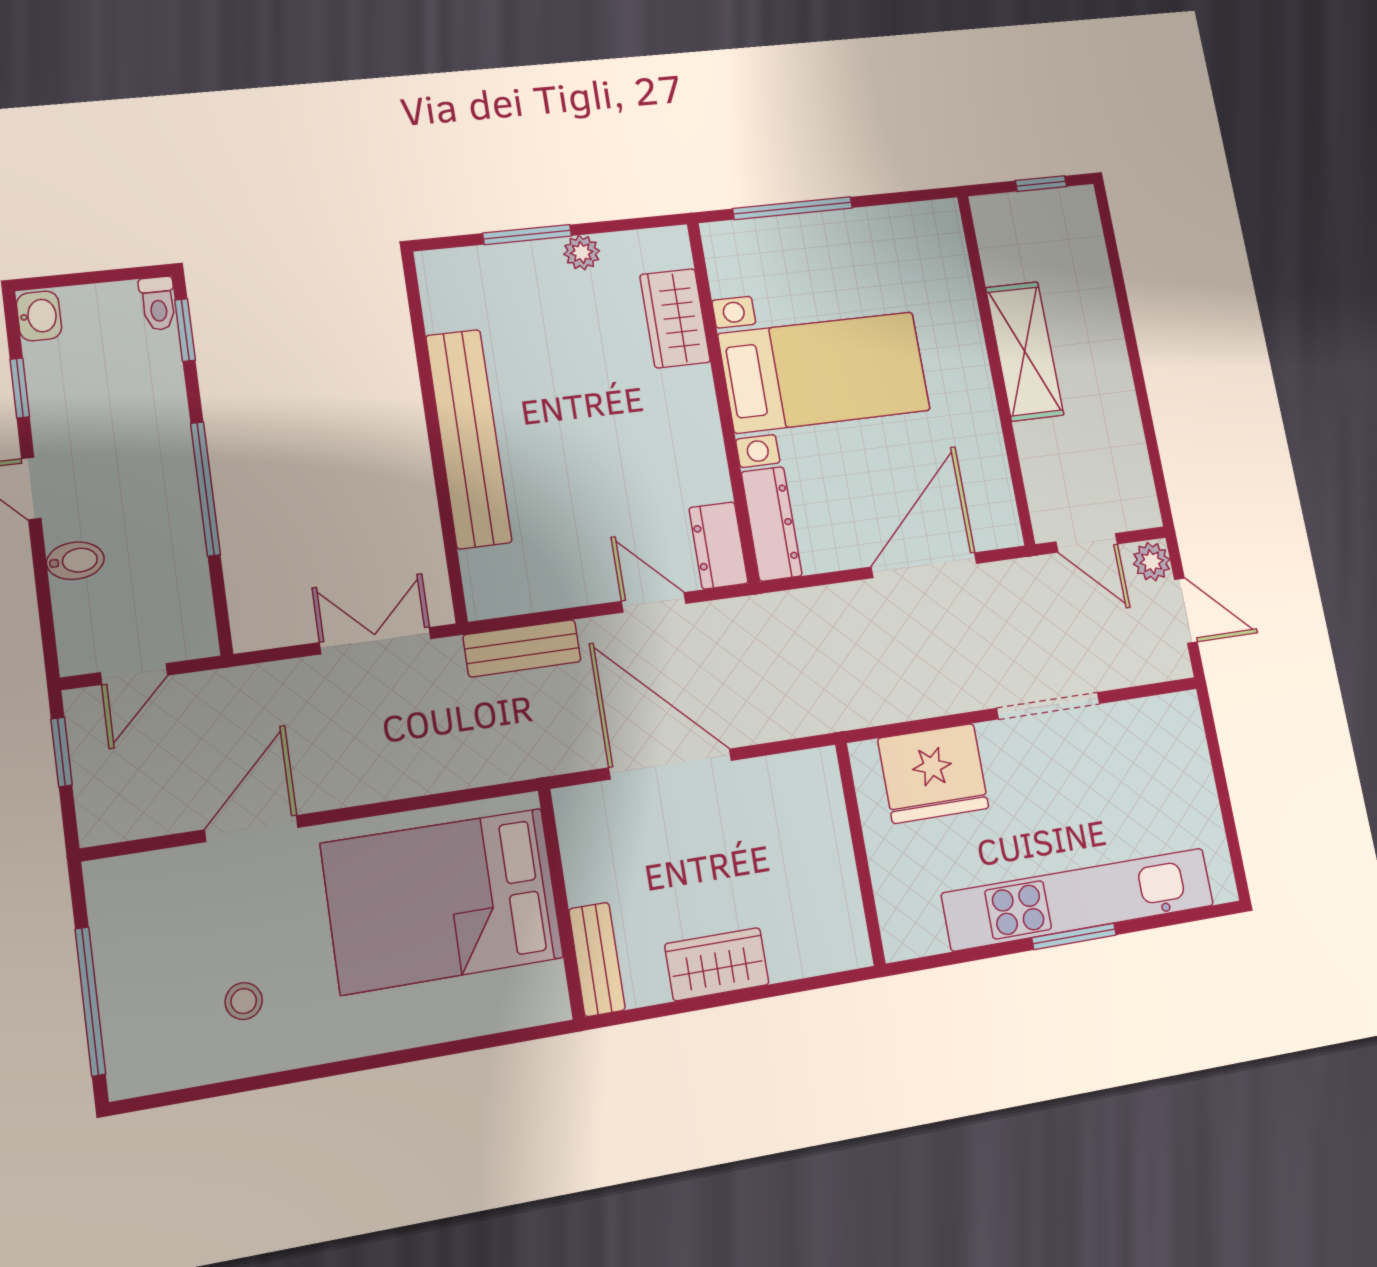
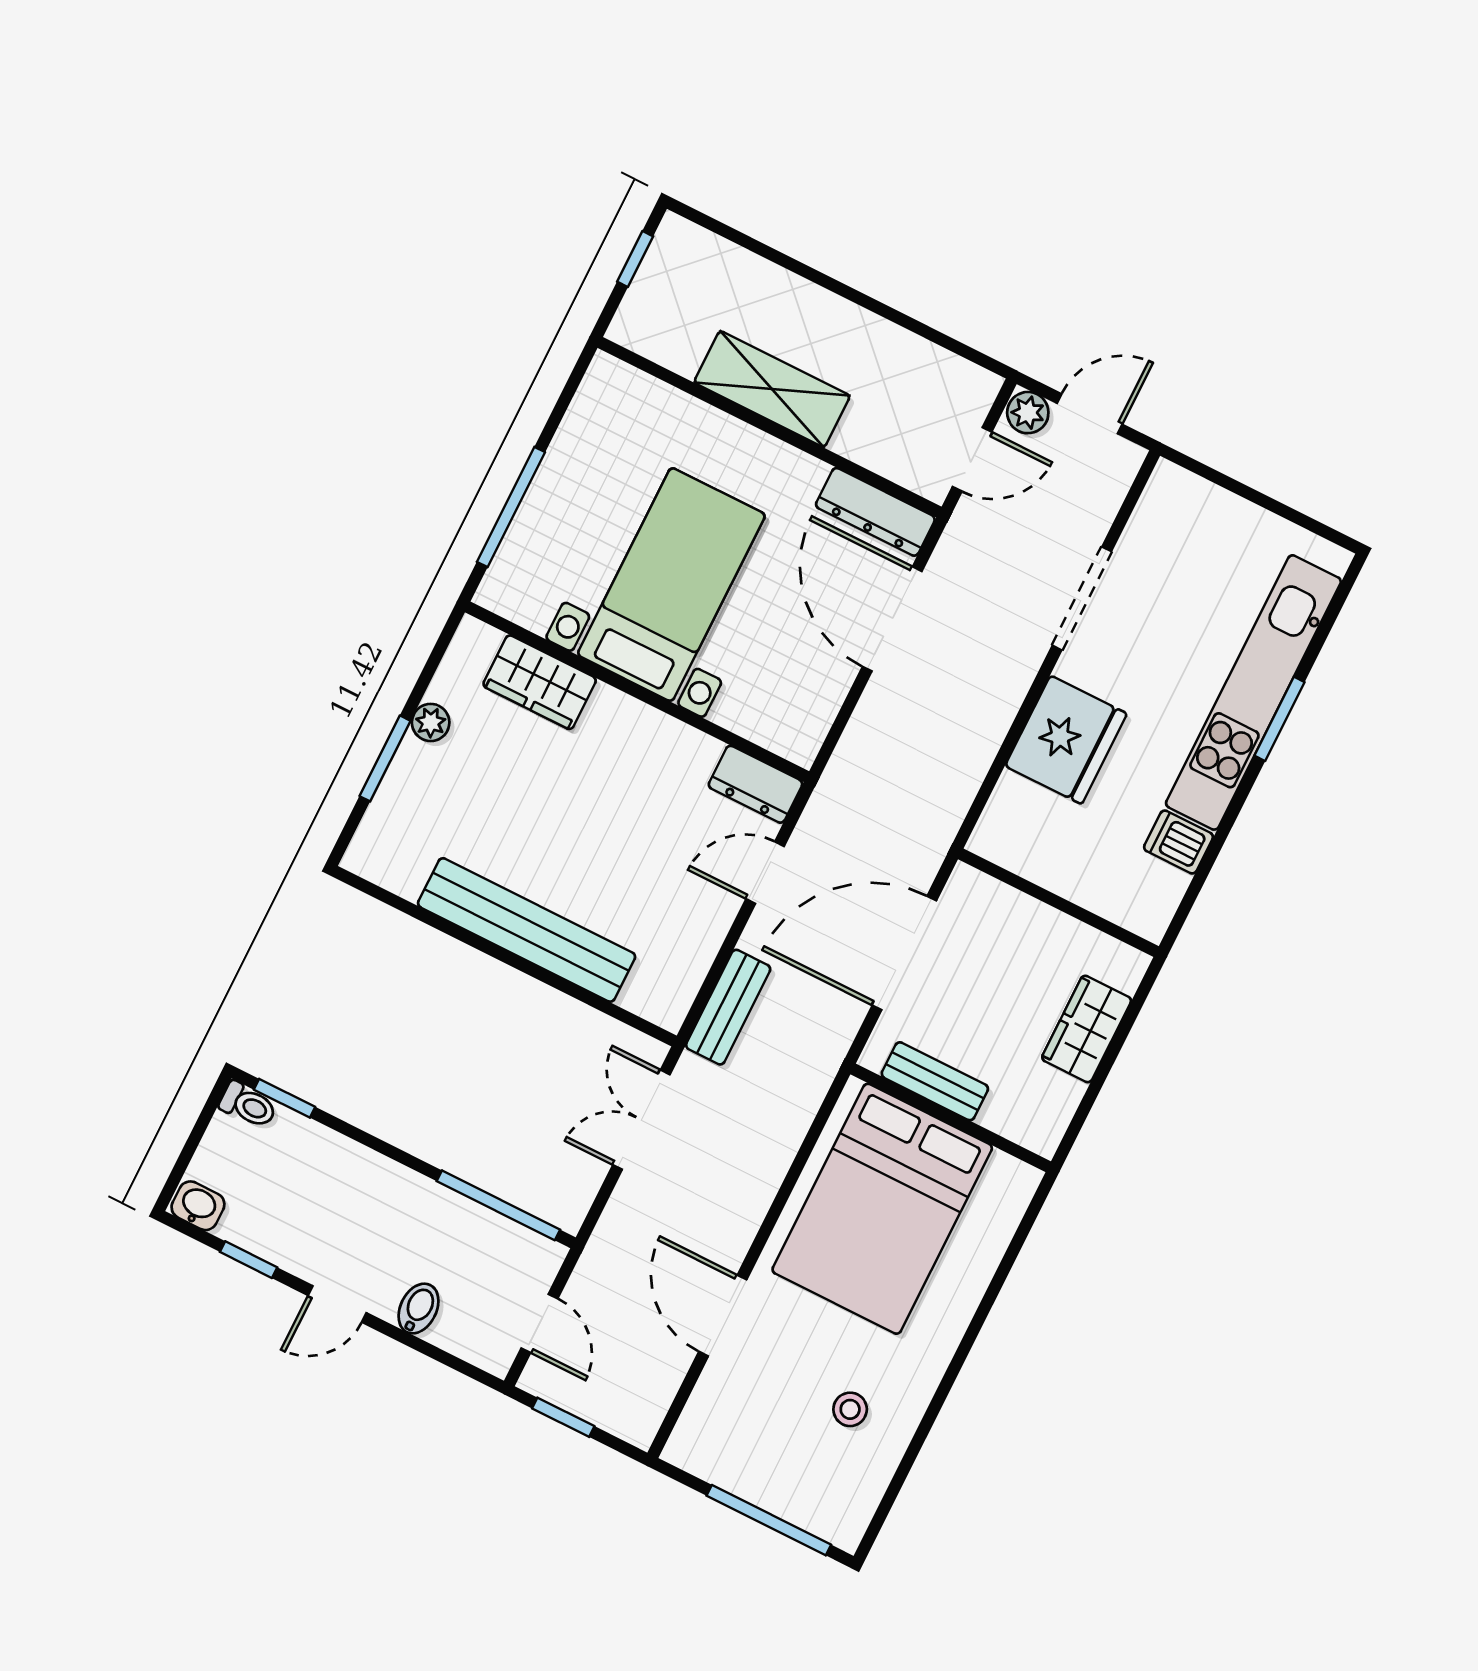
window: (206, 489) -> (498, 1205), moved
dresser: (772, 524) -> (875, 512), moved, turned 180
wall: (860, 853) -> (1058, 903), moved
dishwasher: (921, 927) -> (1179, 842), added
bench: (597, 959) -> (935, 1081), moved

